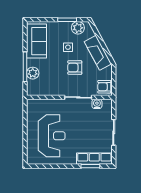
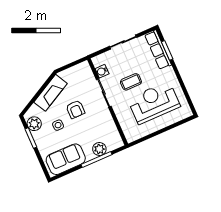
armchair: (104, 87) -> (82, 71), removed
coffee table: (77, 124) -> (131, 82), added

